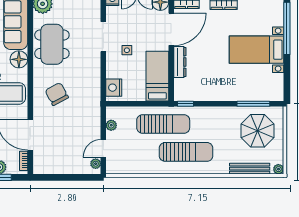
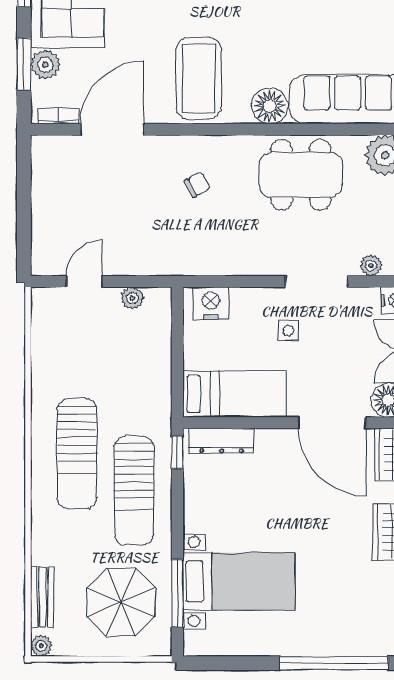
bed with nightstands: (256, 50) -> (239, 581), moved, turned 90
dresser: (180, 62) -> (221, 441), moved
chair: (57, 94) -> (197, 185), width x0.54, depth x0.54
sun lounger: (163, 124) -> (134, 491), moved
door: (103, 148) -> (84, 282), hinge flipped
plant: (96, 164) -> (371, 266), moved
bench: (250, 169) -> (42, 597), width x0.73

